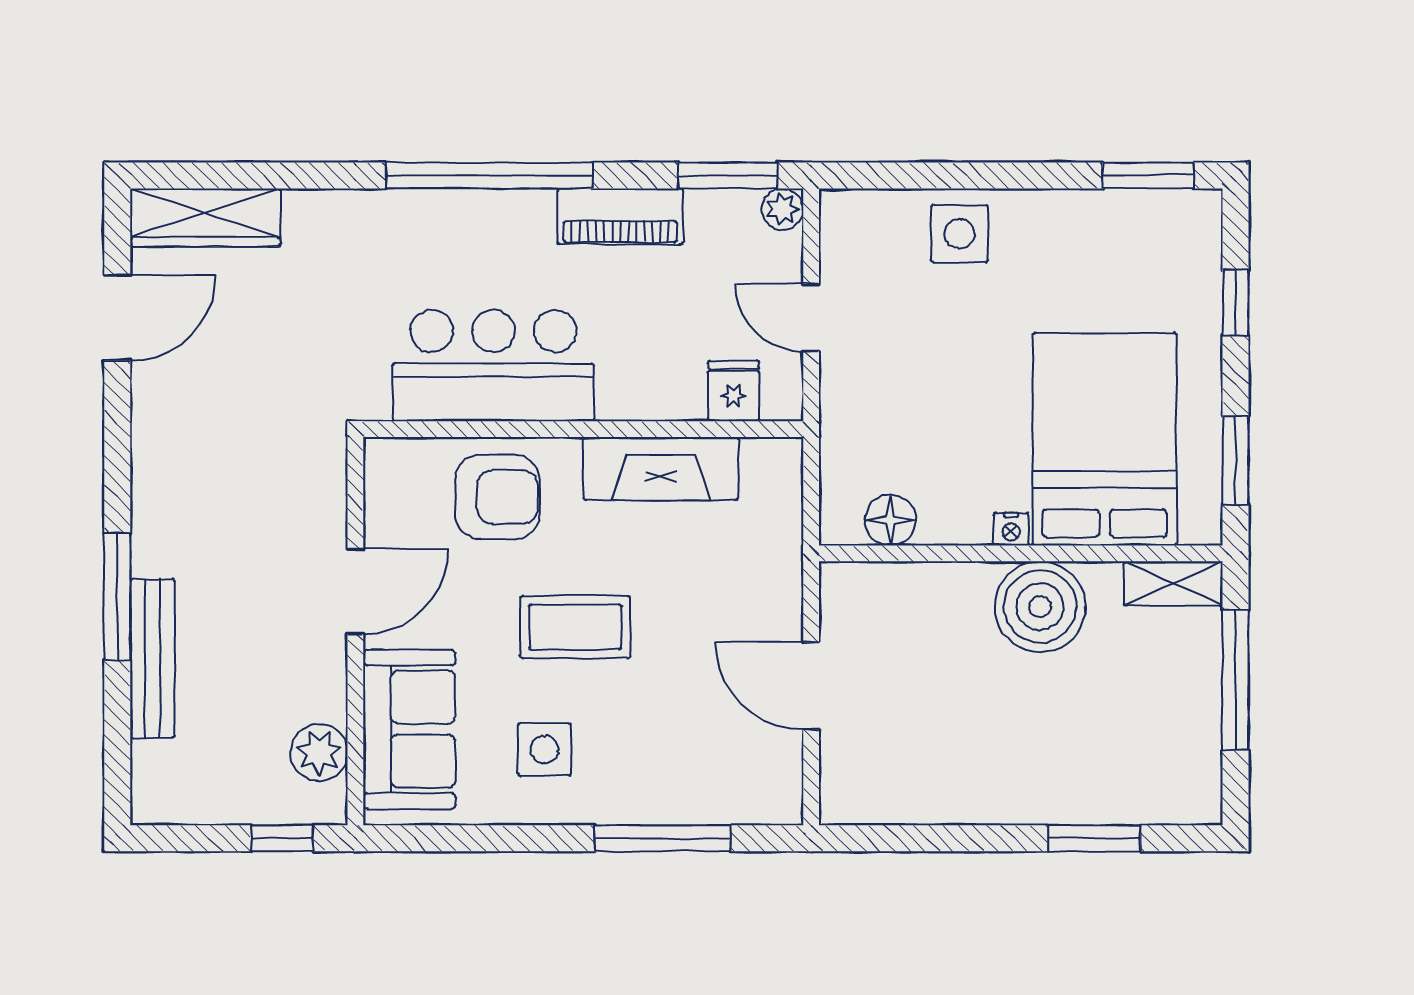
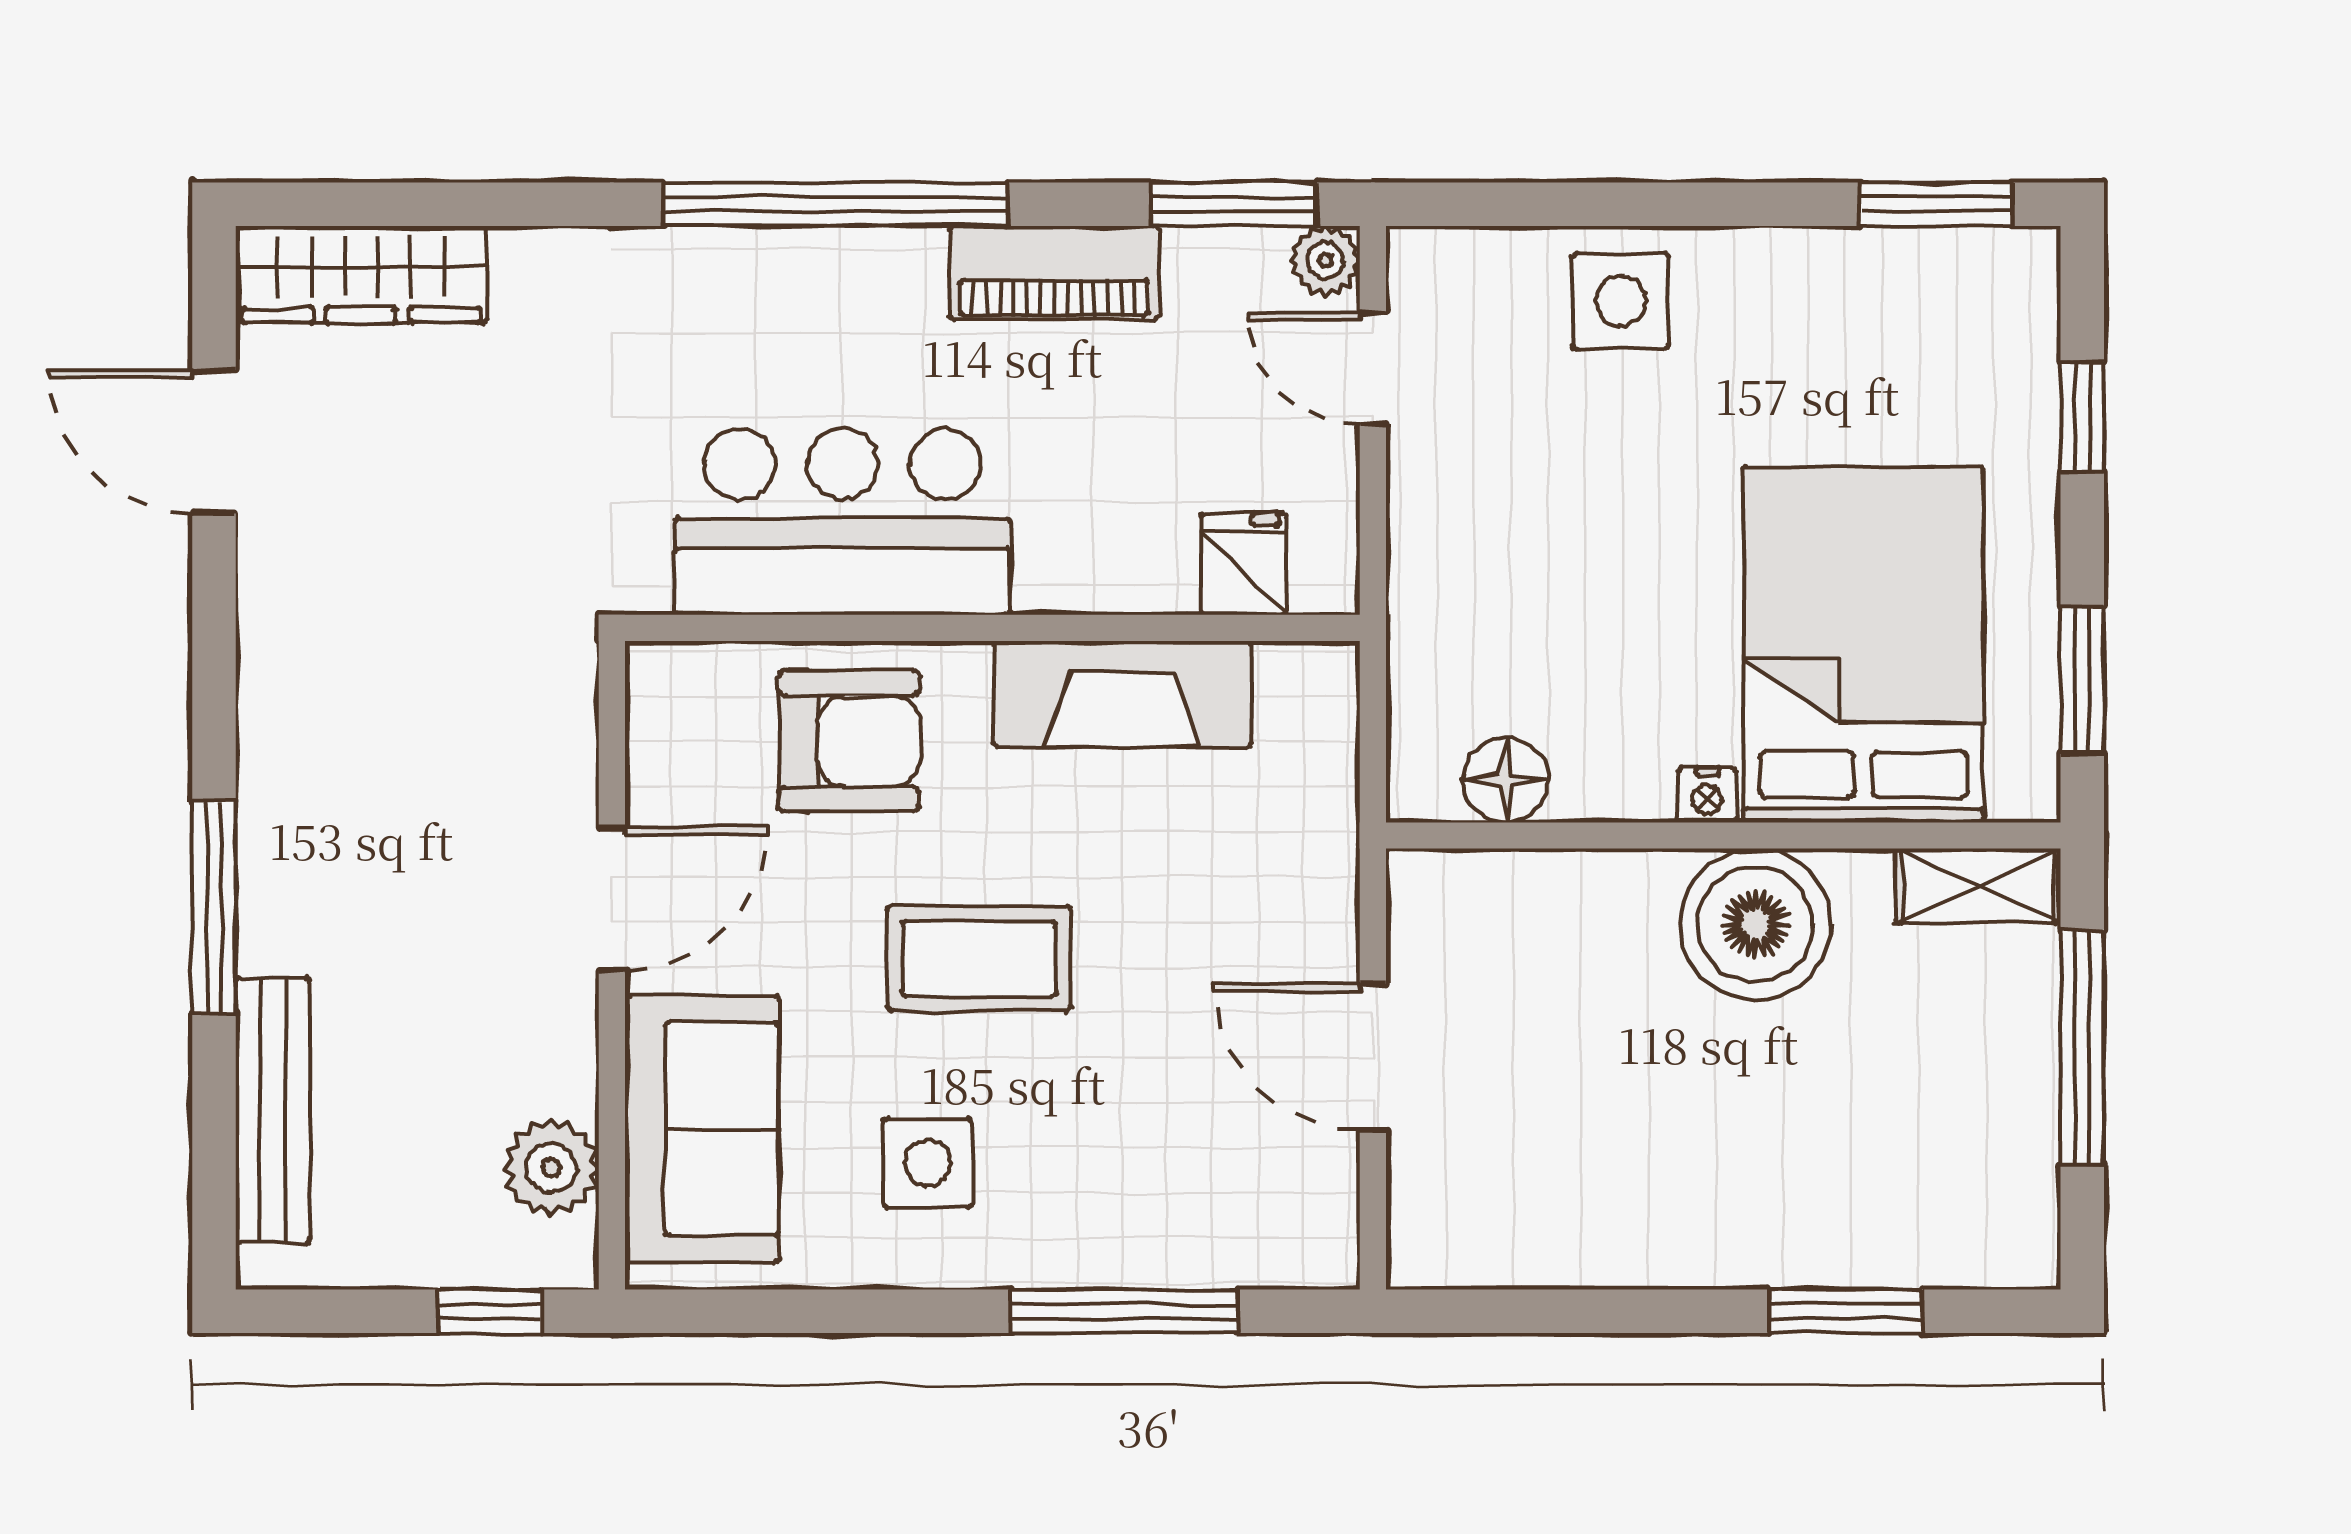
door: (117, 318) -> (214, 442), swing flipped
door: (811, 318) -> (1373, 368), moved
bench: (152, 659) -> (273, 1111), moved

